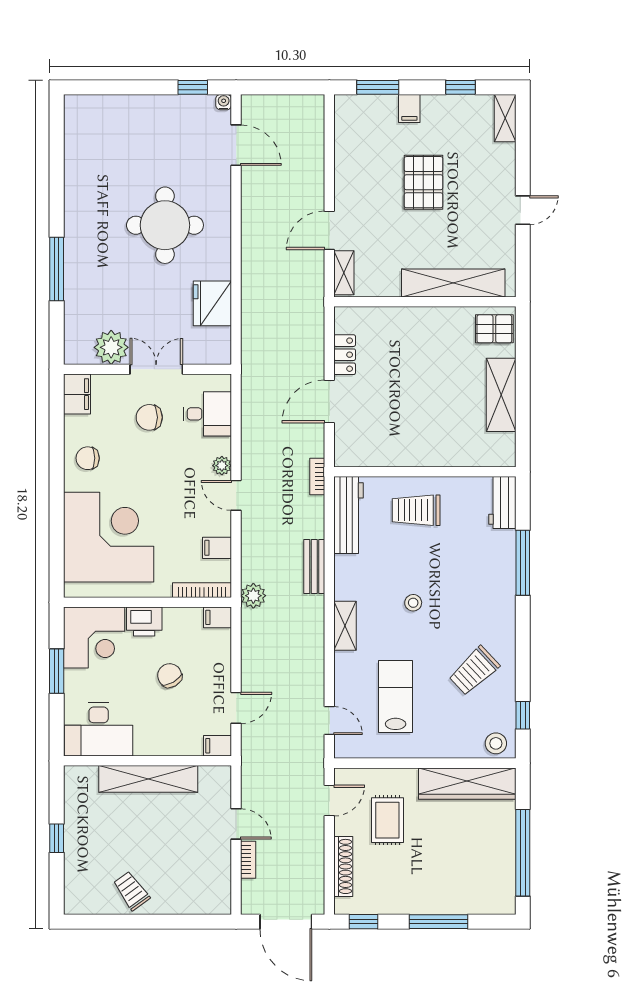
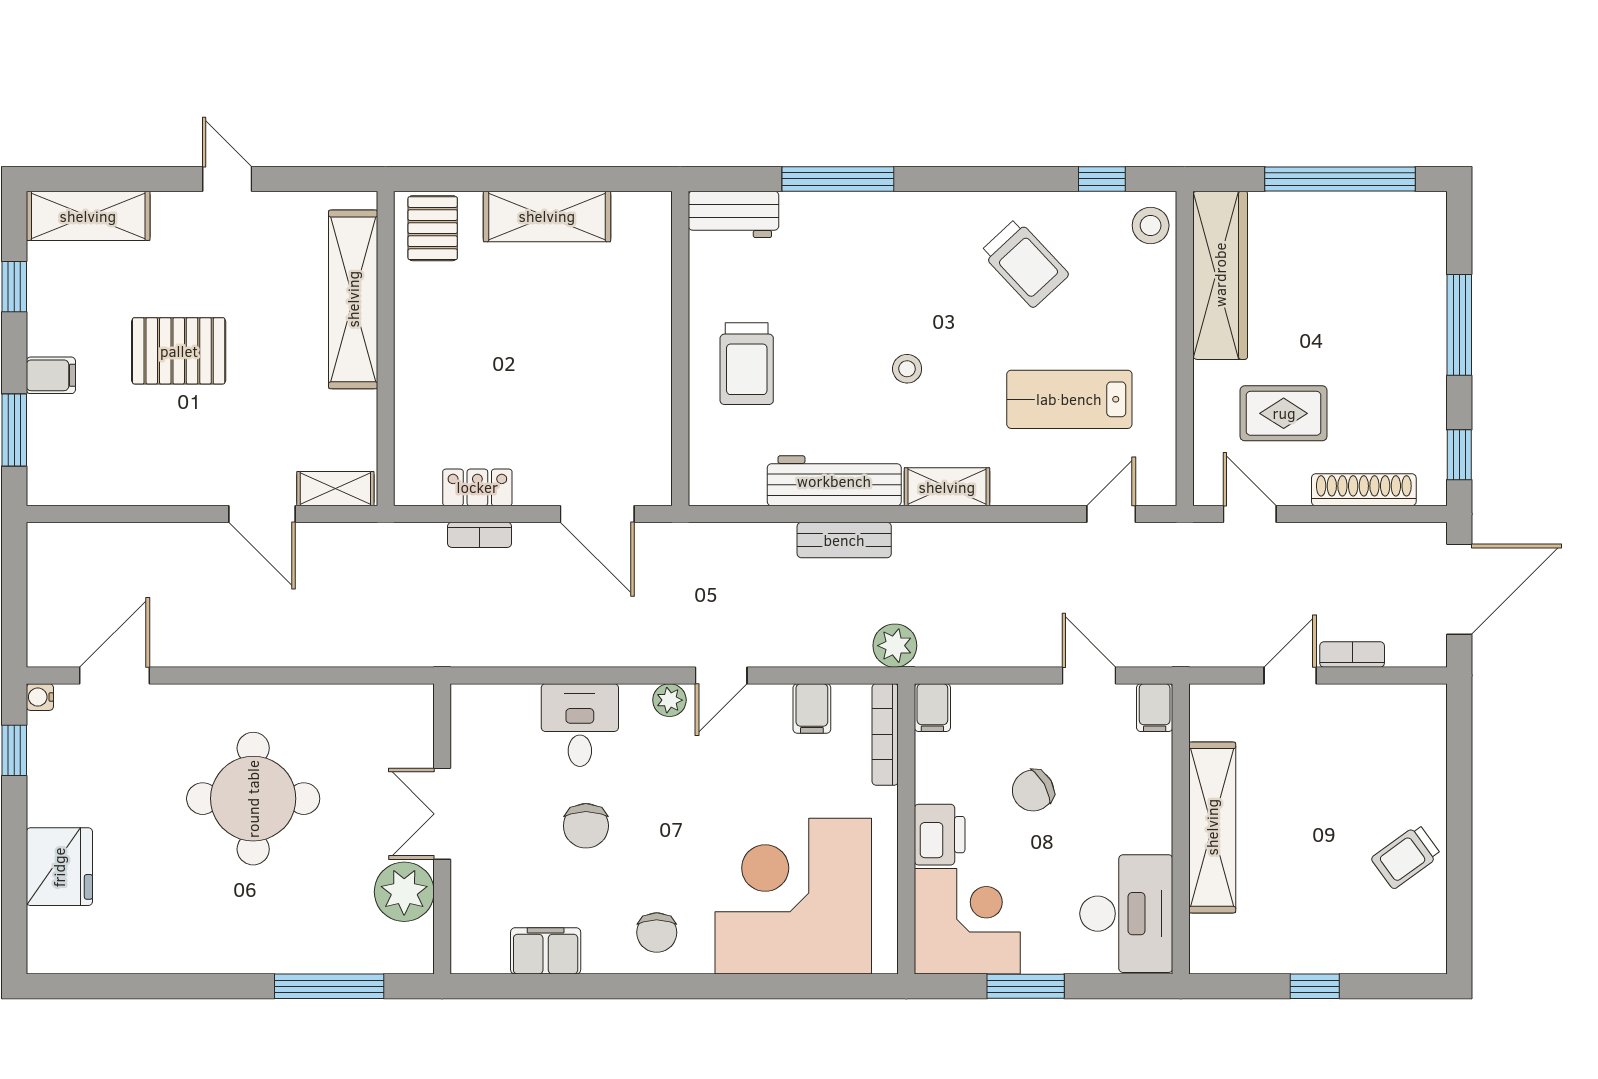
shelving: (505, 118) -> (88, 216), width x1.50, depth x1.33
fridge: (212, 303) -> (59, 867), moved, turned -90
plant: (111, 347) -> (404, 892), moved
wall: (148, 369) -> (442, 829), moved
double door: (156, 369) -> (442, 814), moved
door: (329, 401) -> (597, 514), moved
bookcase: (317, 476) -> (480, 535), moved
workbench: (348, 515) -> (834, 481), moved

